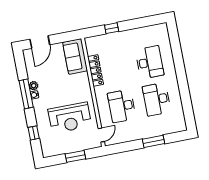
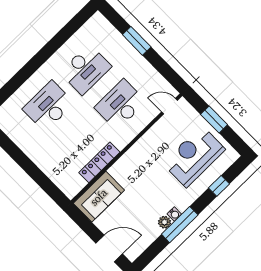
window: (112, 28) -> (38, 176), removed
desk: (122, 106) -> (120, 105), turned 180
reception desk: (70, 118) -> (194, 156), moved, turned -90

